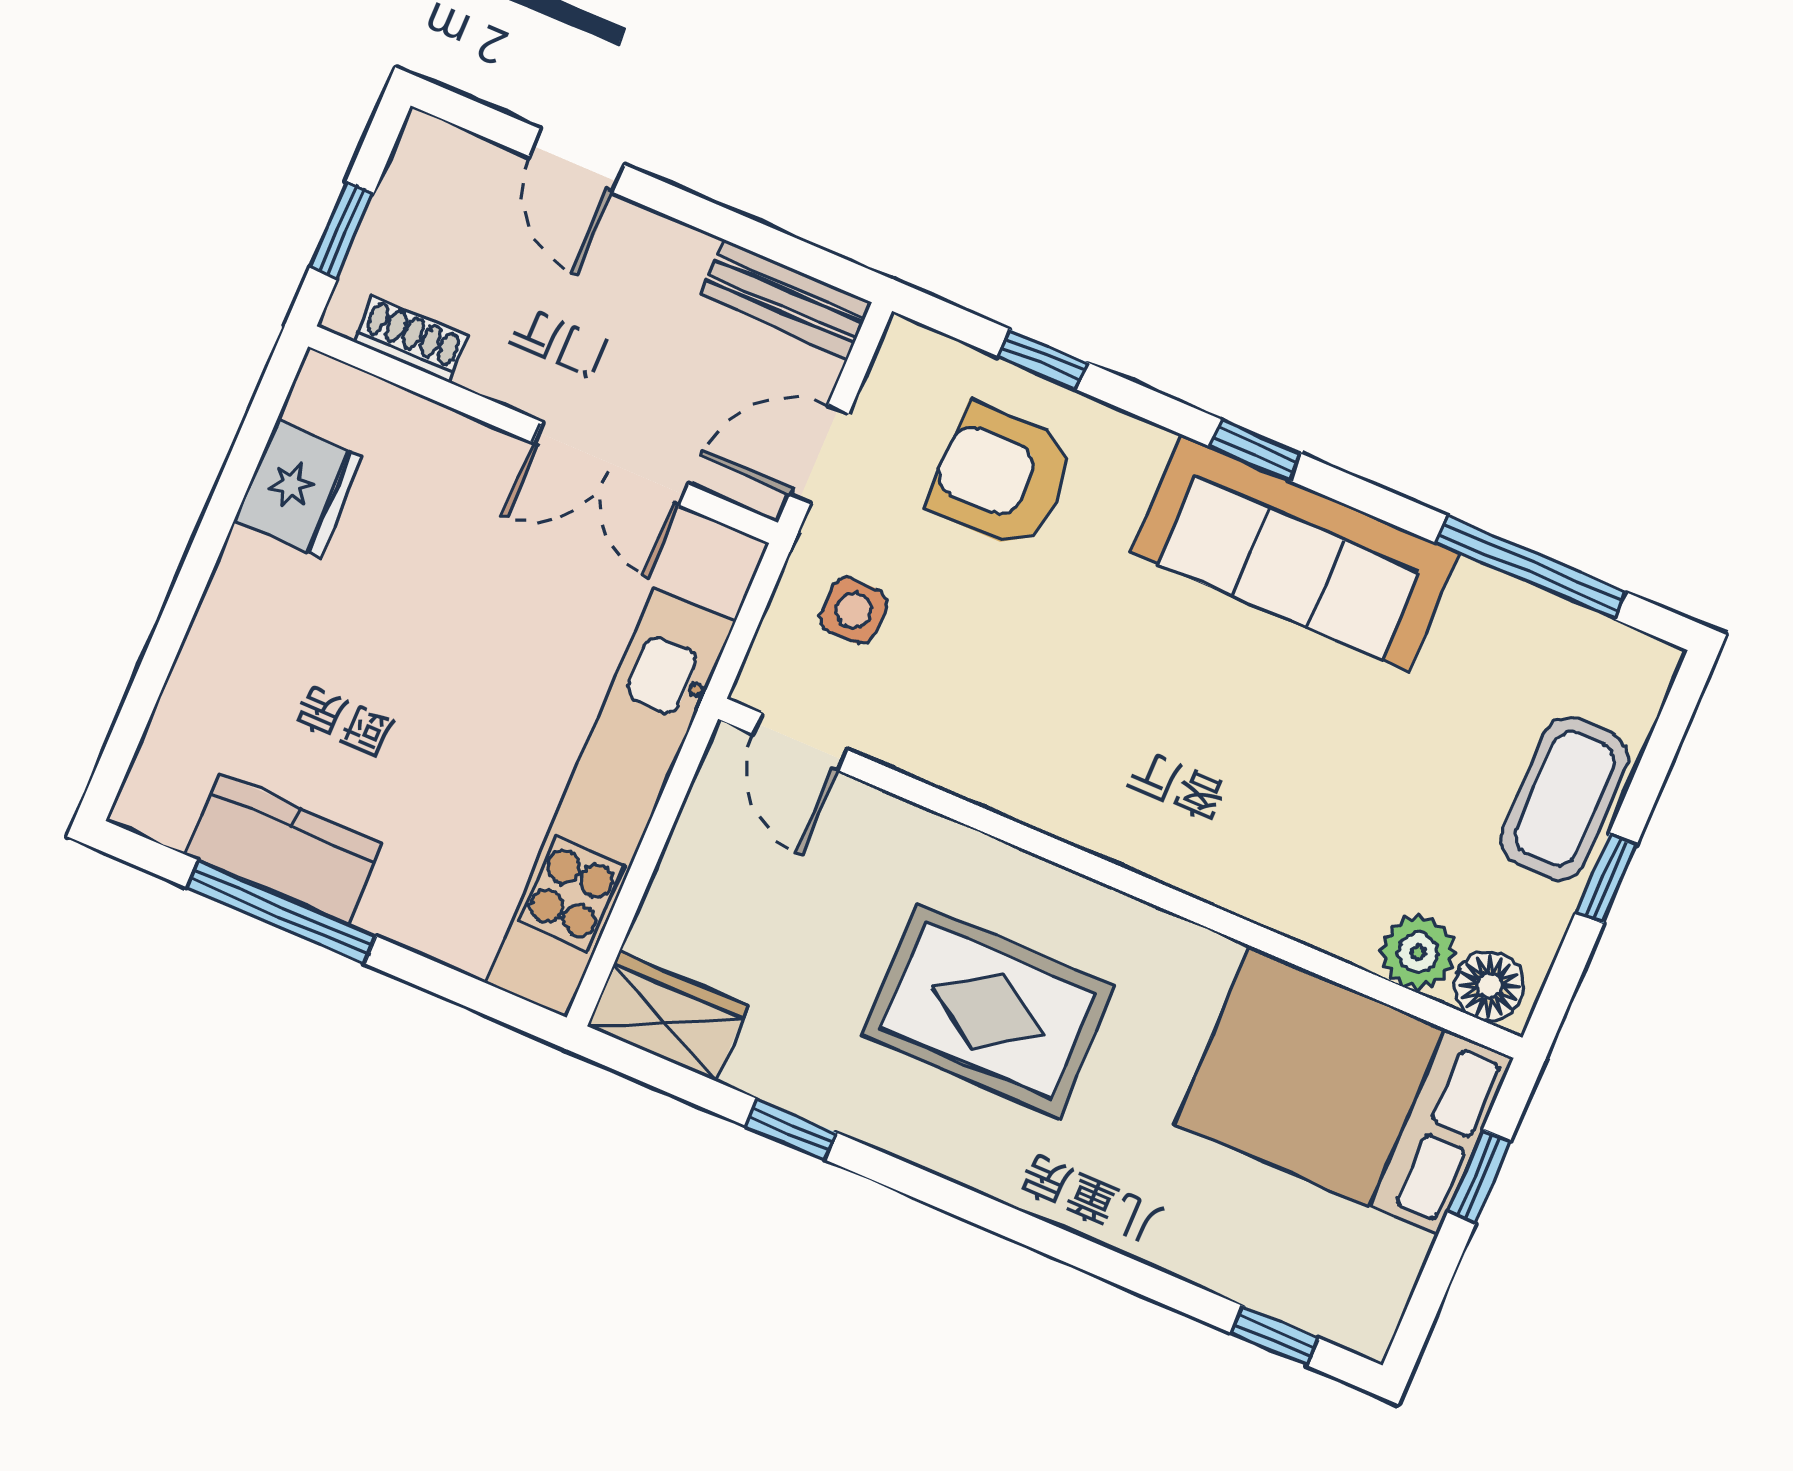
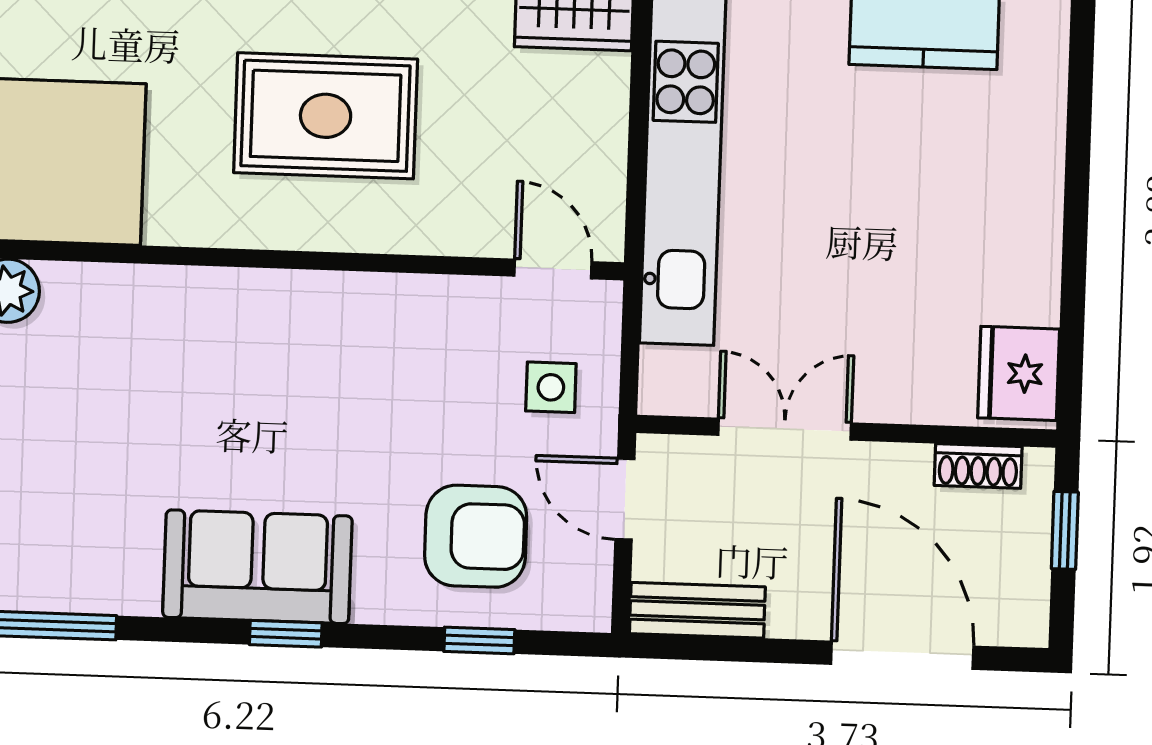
door: (577, 161) -> (902, 655), width x1.88
door: (819, 454) -> (625, 499), swing flipped
fridge: (299, 488) -> (1019, 373), moved
sofa: (1295, 553) -> (257, 567), width x0.73

